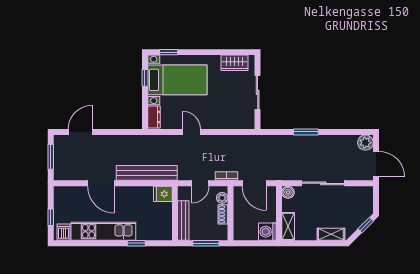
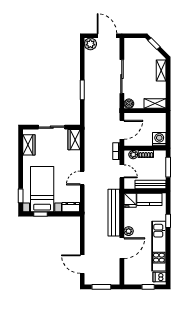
wardrobe: (241, 121) -> (74, 140), added
door: (376, 164) -> (107, 36), hinge flipped
plant: (123, 192) -> (129, 231), added
kitchen counter: (164, 219) -> (149, 199), added
washing machine: (267, 232) -> (159, 139), moved, turned 180

